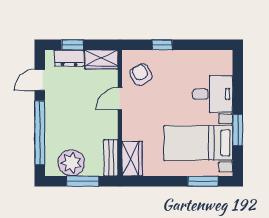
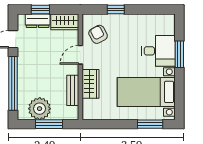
window: (238, 130) -> (179, 54), moved
bench: (111, 158) -> (73, 90), moved
wardrobe: (132, 159) -> (91, 84), moved

